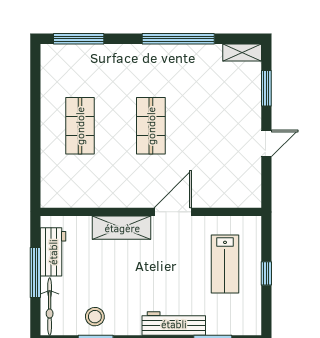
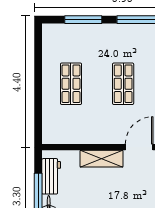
window: (79, 39) -> (83, 20), moved

